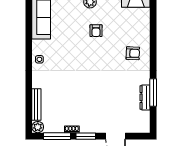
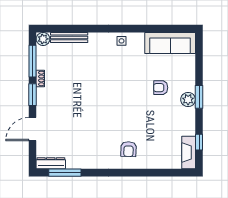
armchair: (96, 31) -> (161, 88), moved
window: (153, 92) -> (65, 173), moved
dresser: (145, 97) -> (51, 163), moved

